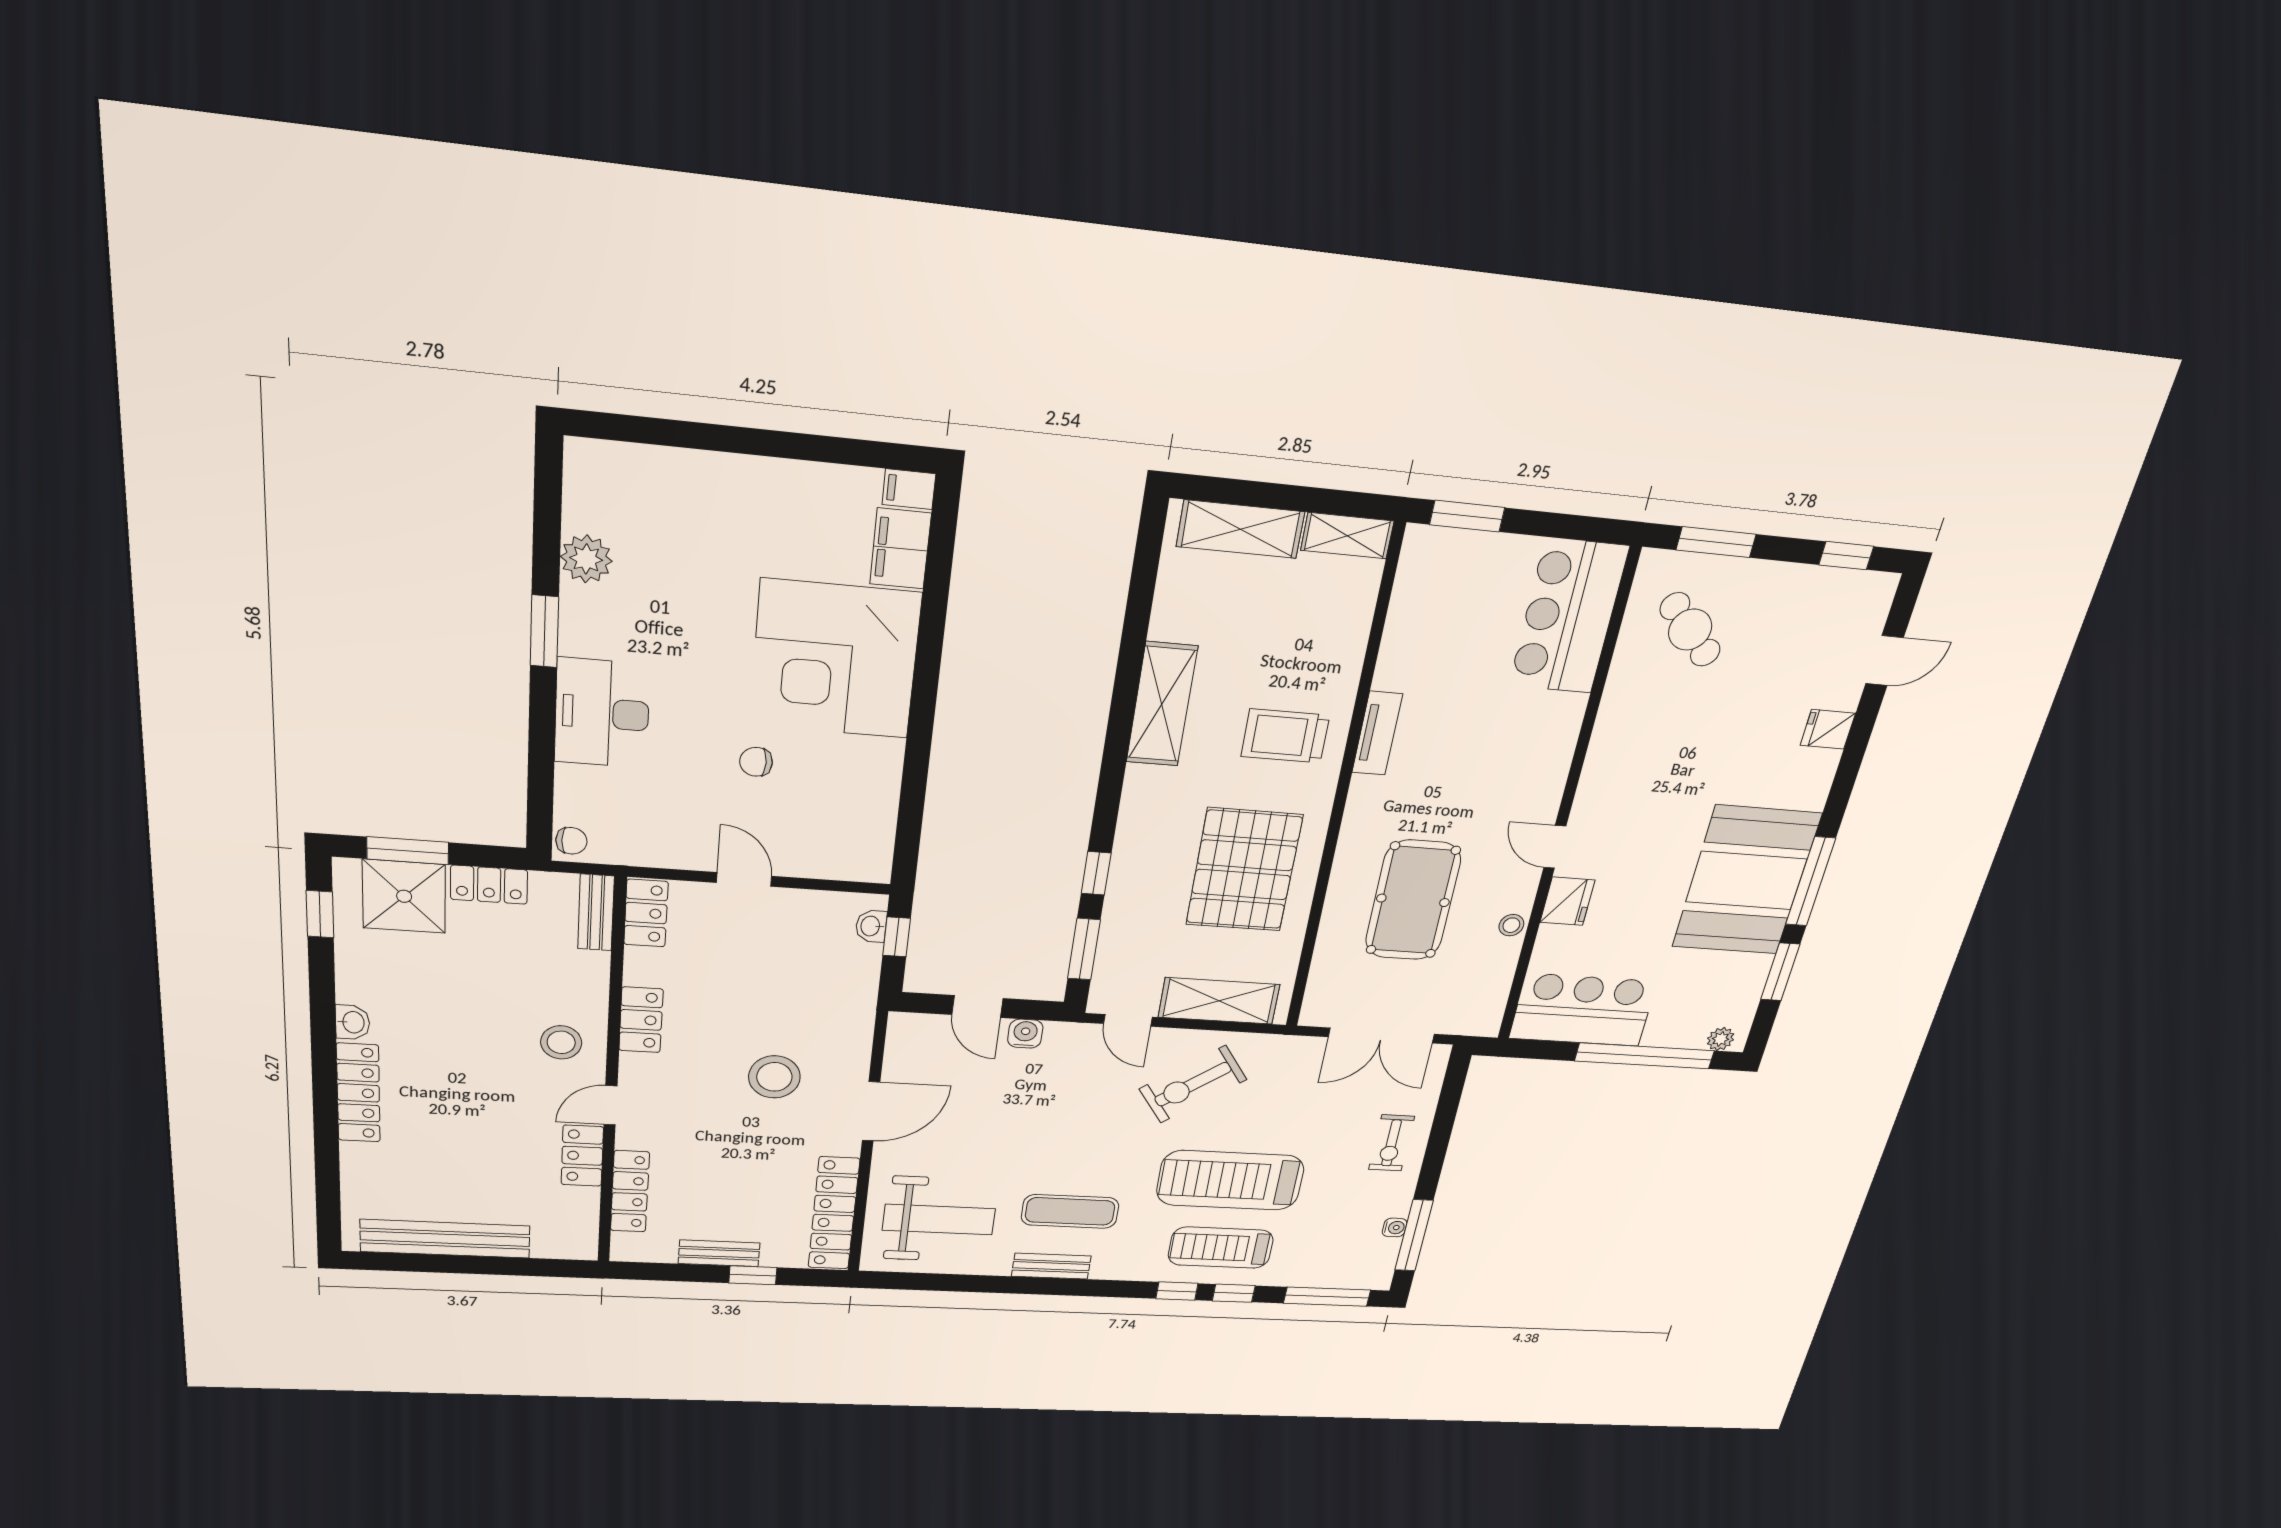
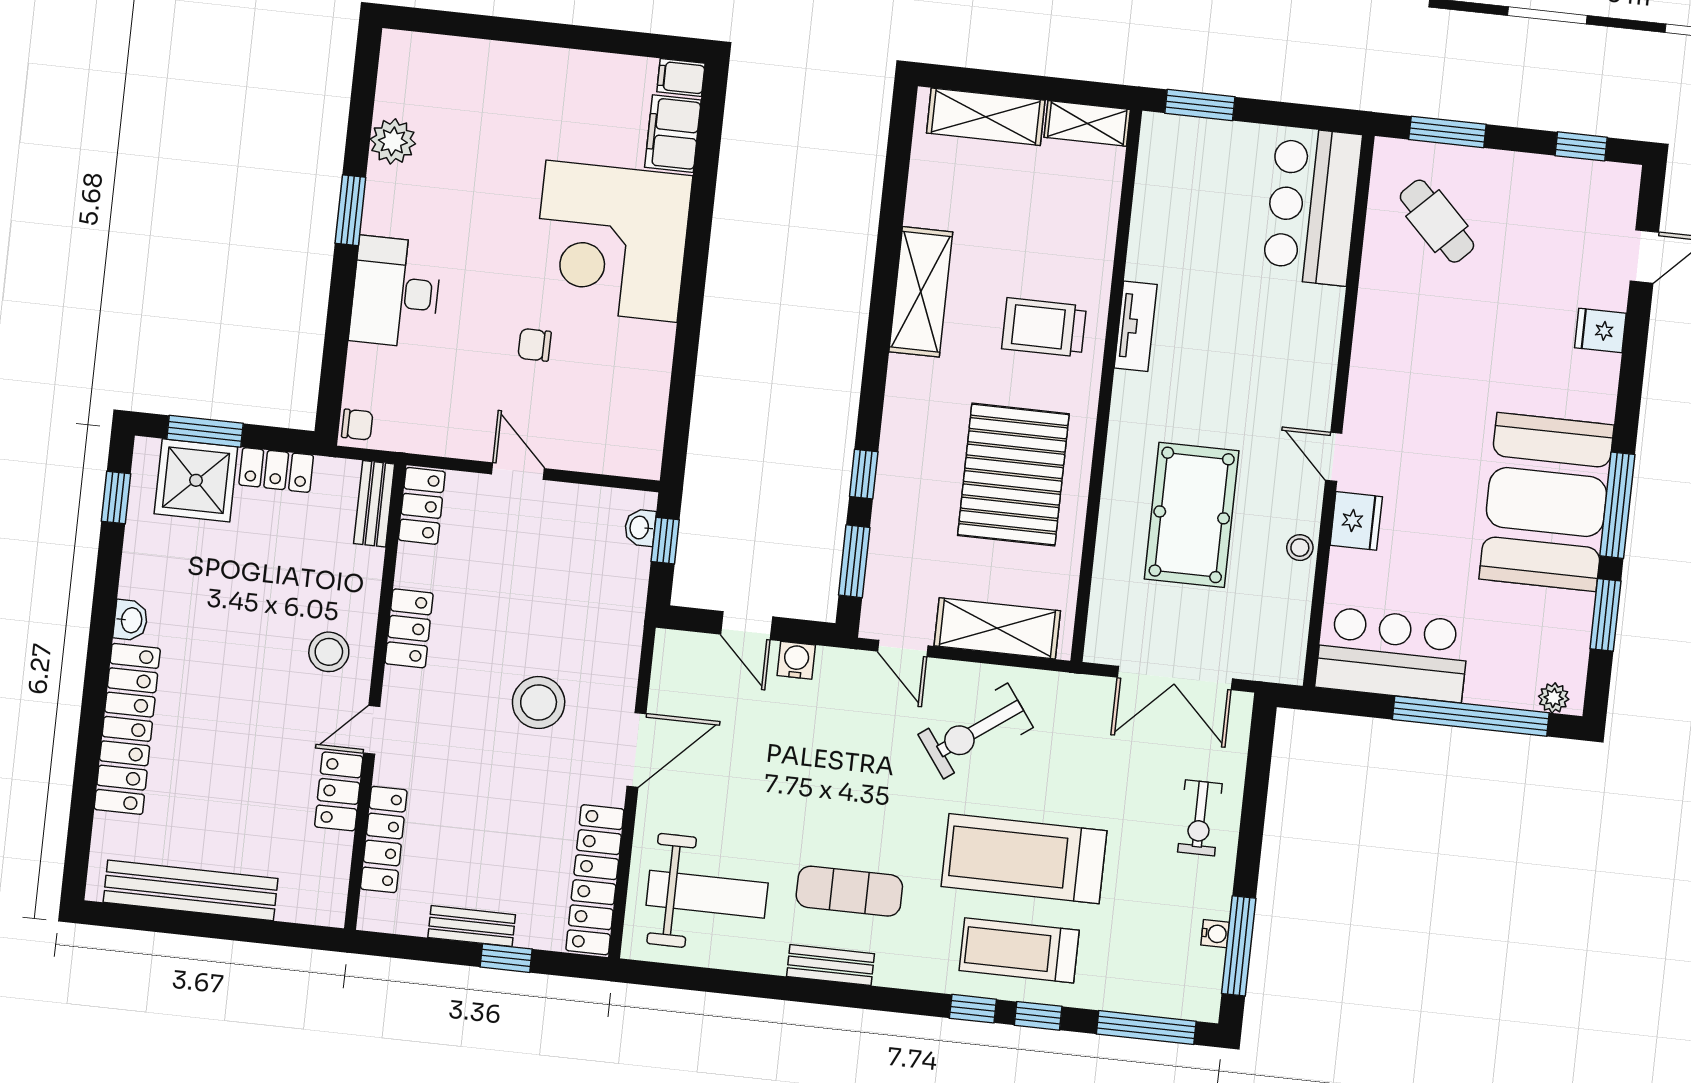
locker: (358, 1093) -> (127, 729), width x1.41, depth x1.21

